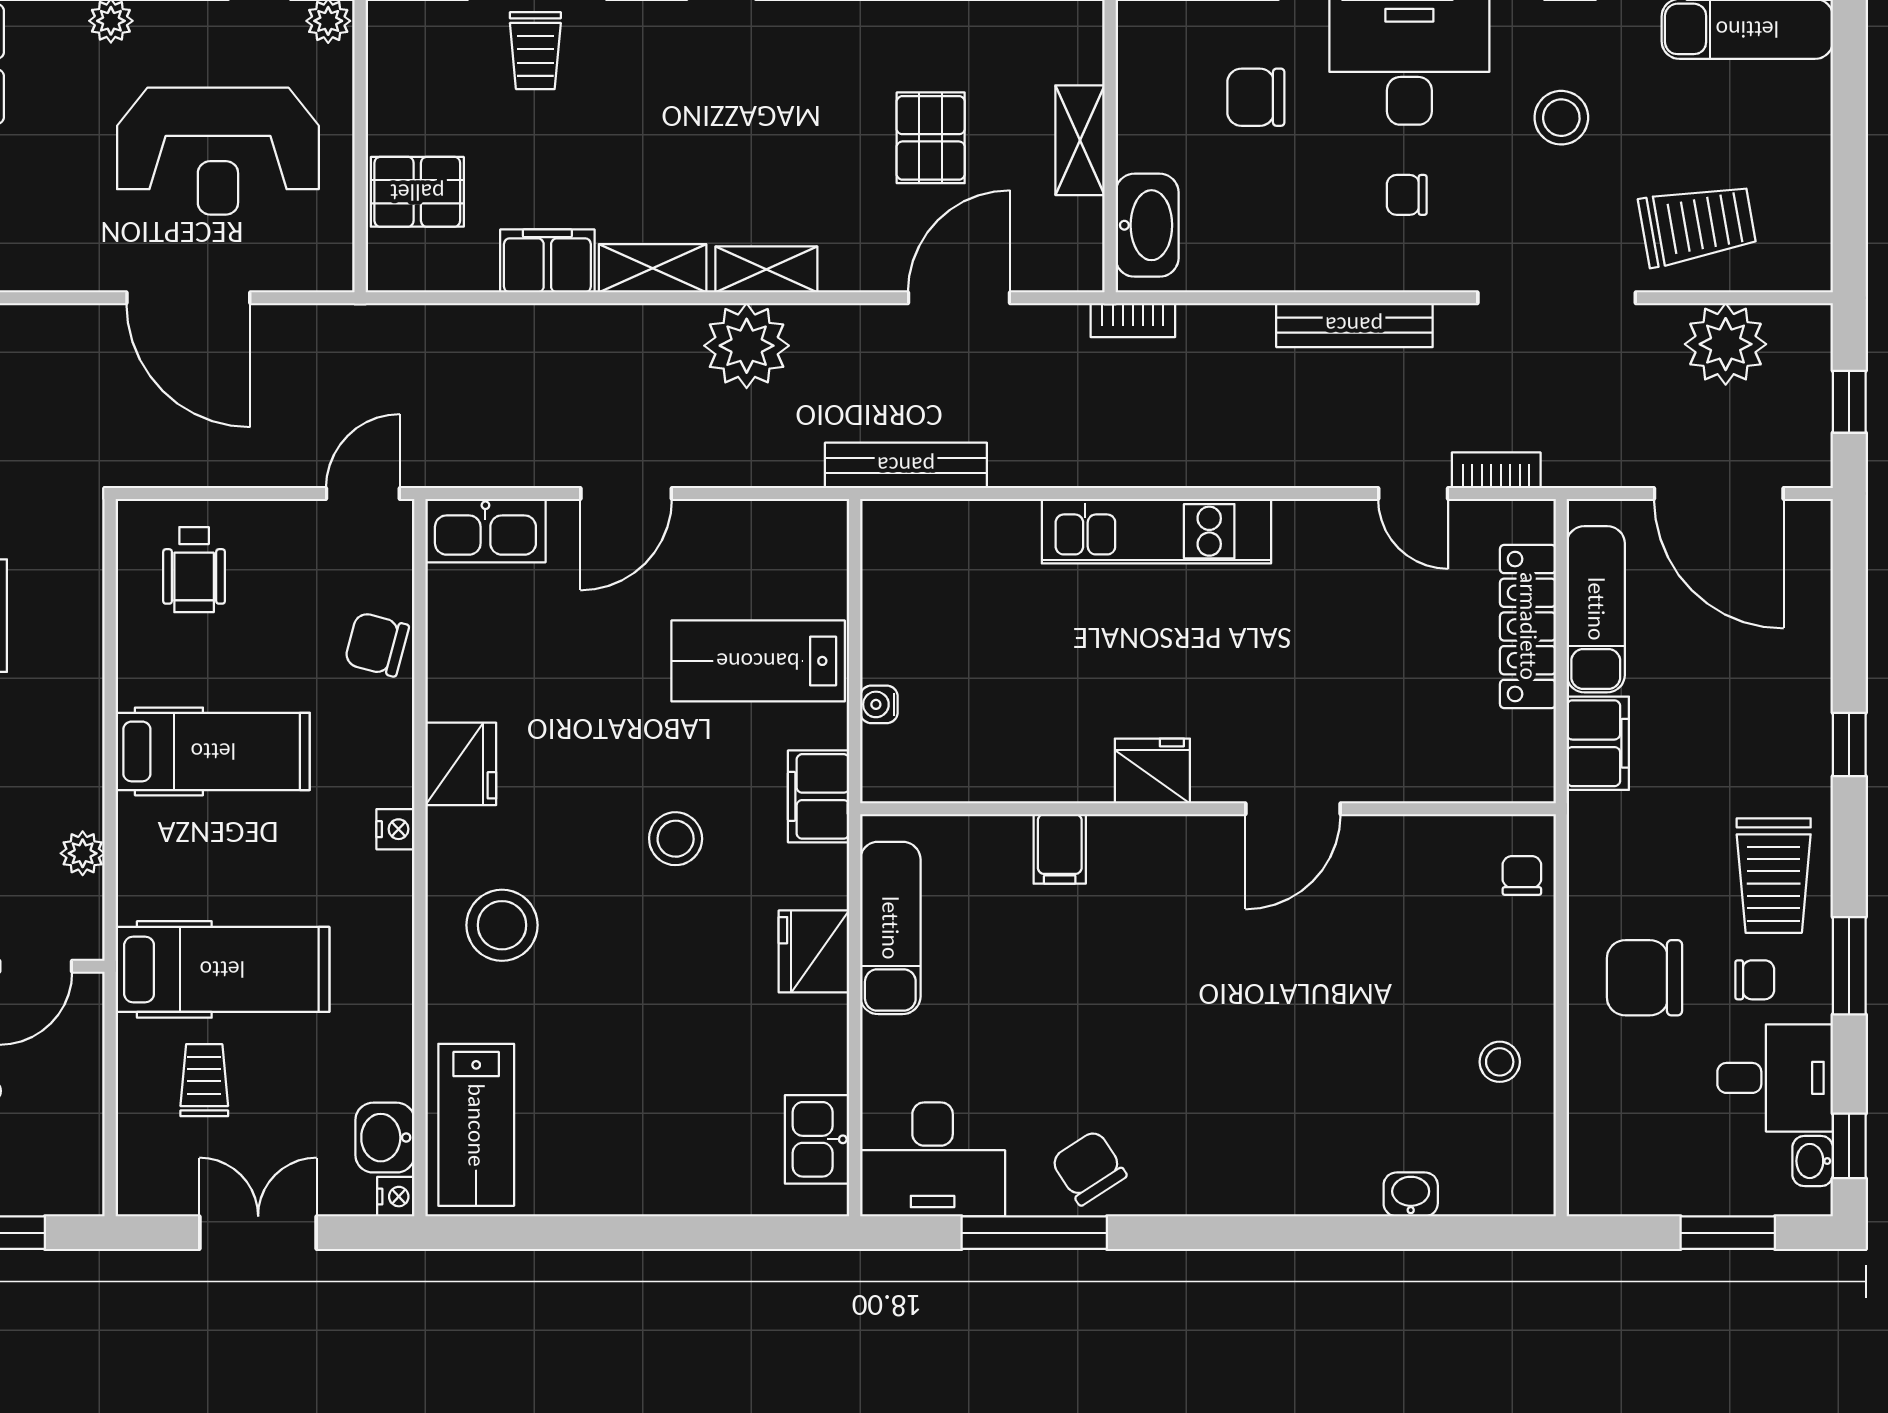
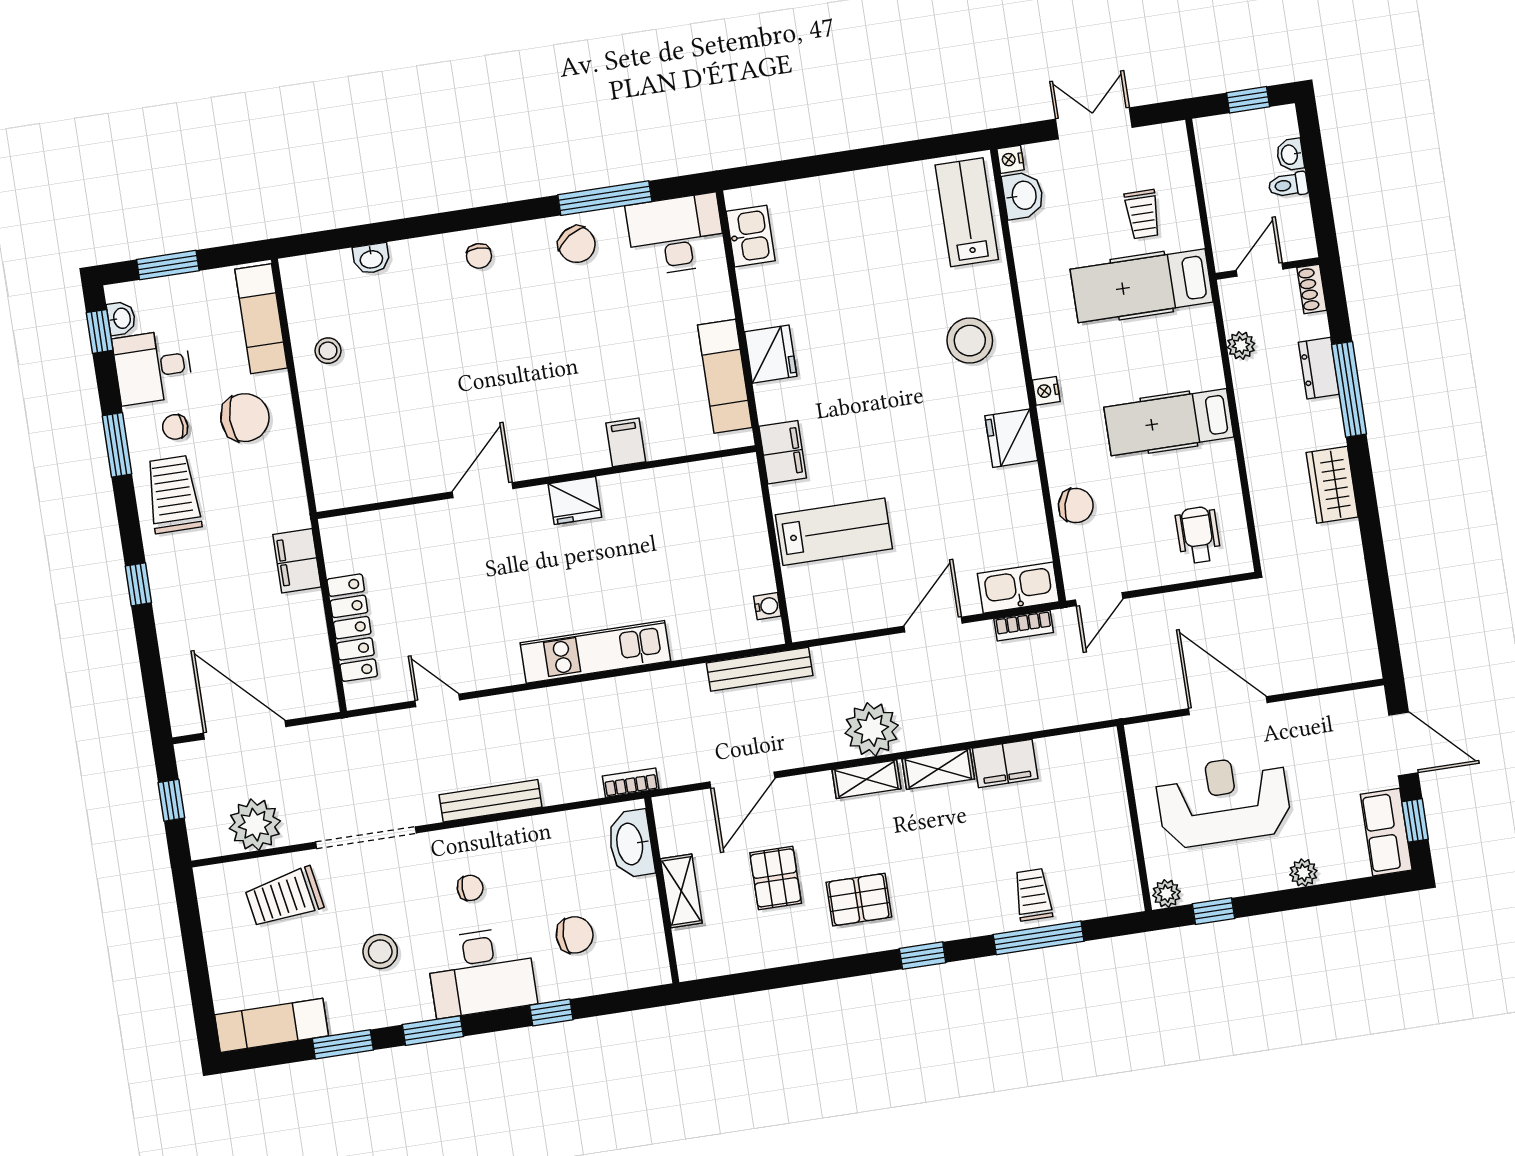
pallet: (417, 192) -> (859, 900), moved
bookcase: (1496, 470) -> (1024, 626), moved
exam couch: (1596, 609) -> (261, 319), moved
water cooler: (879, 704) -> (767, 606), moved
stool: (676, 839) -> (869, 412), removed
chair: (1522, 875) -> (479, 256), moved
double door: (258, 1233) -> (1094, 123), swing flipped

